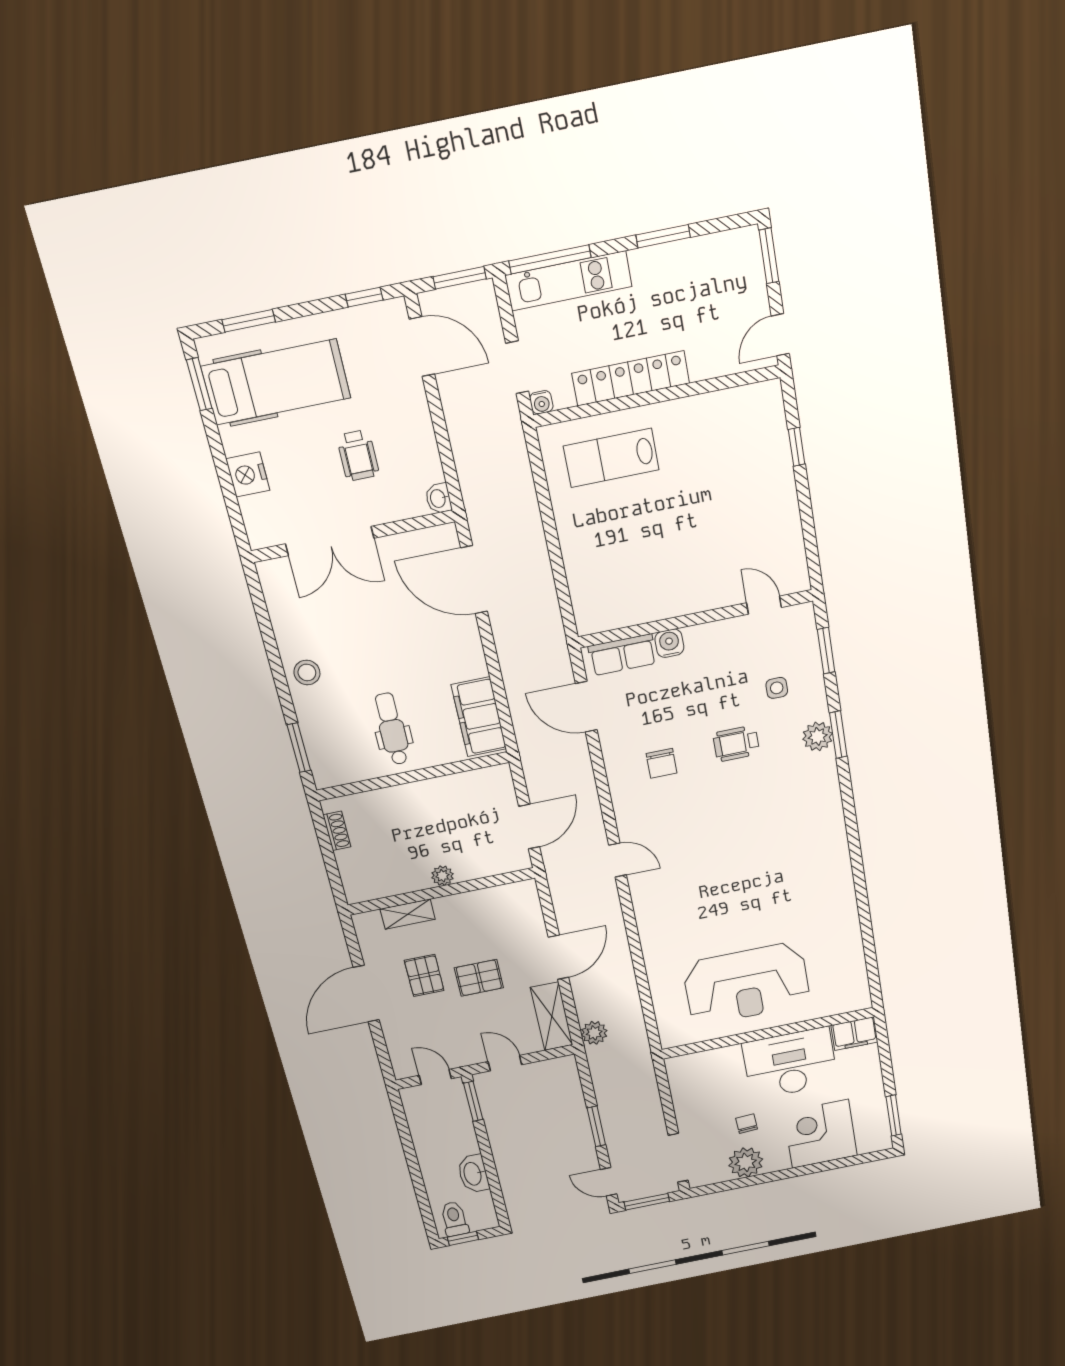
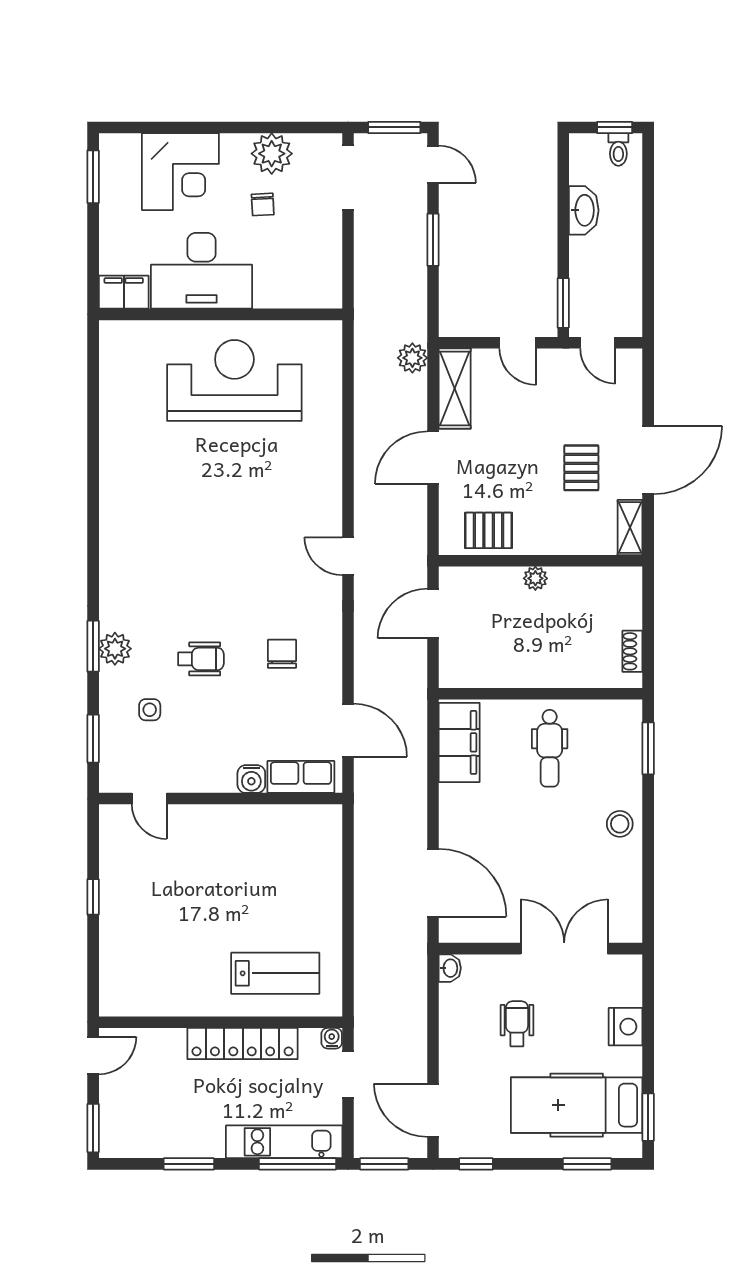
window: (797, 447) -> (93, 897), moved
shelving: (408, 914) -> (630, 528), moved, turned 90
pallet: (479, 978) -> (489, 530), moved
toilet: (454, 1219) -> (618, 149), width x0.73, depth x0.72

